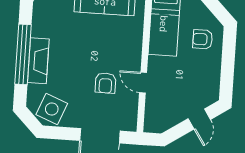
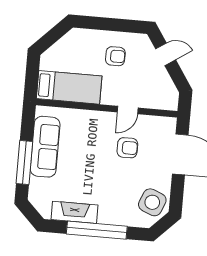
armchair: (203, 39) -> (115, 56), moved, turned -90
fireplace: (38, 61) -> (74, 212), moved

